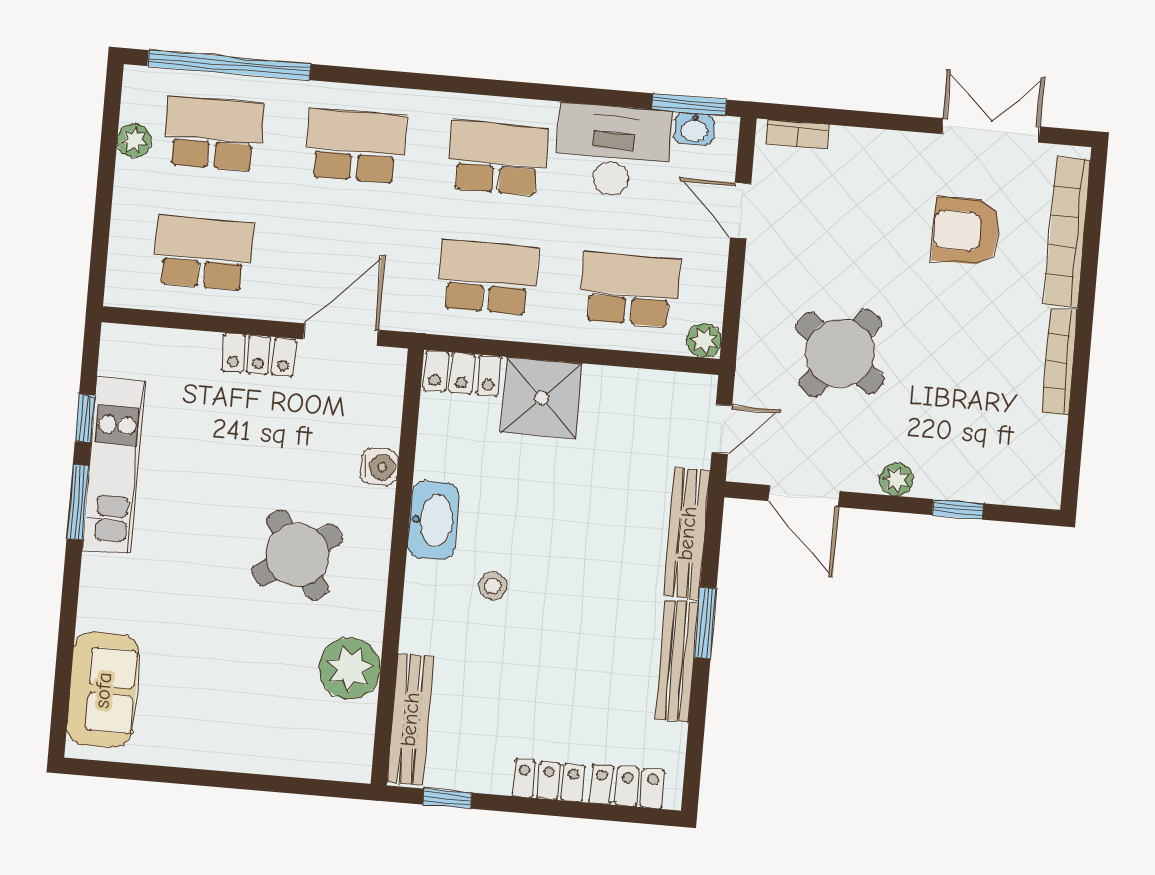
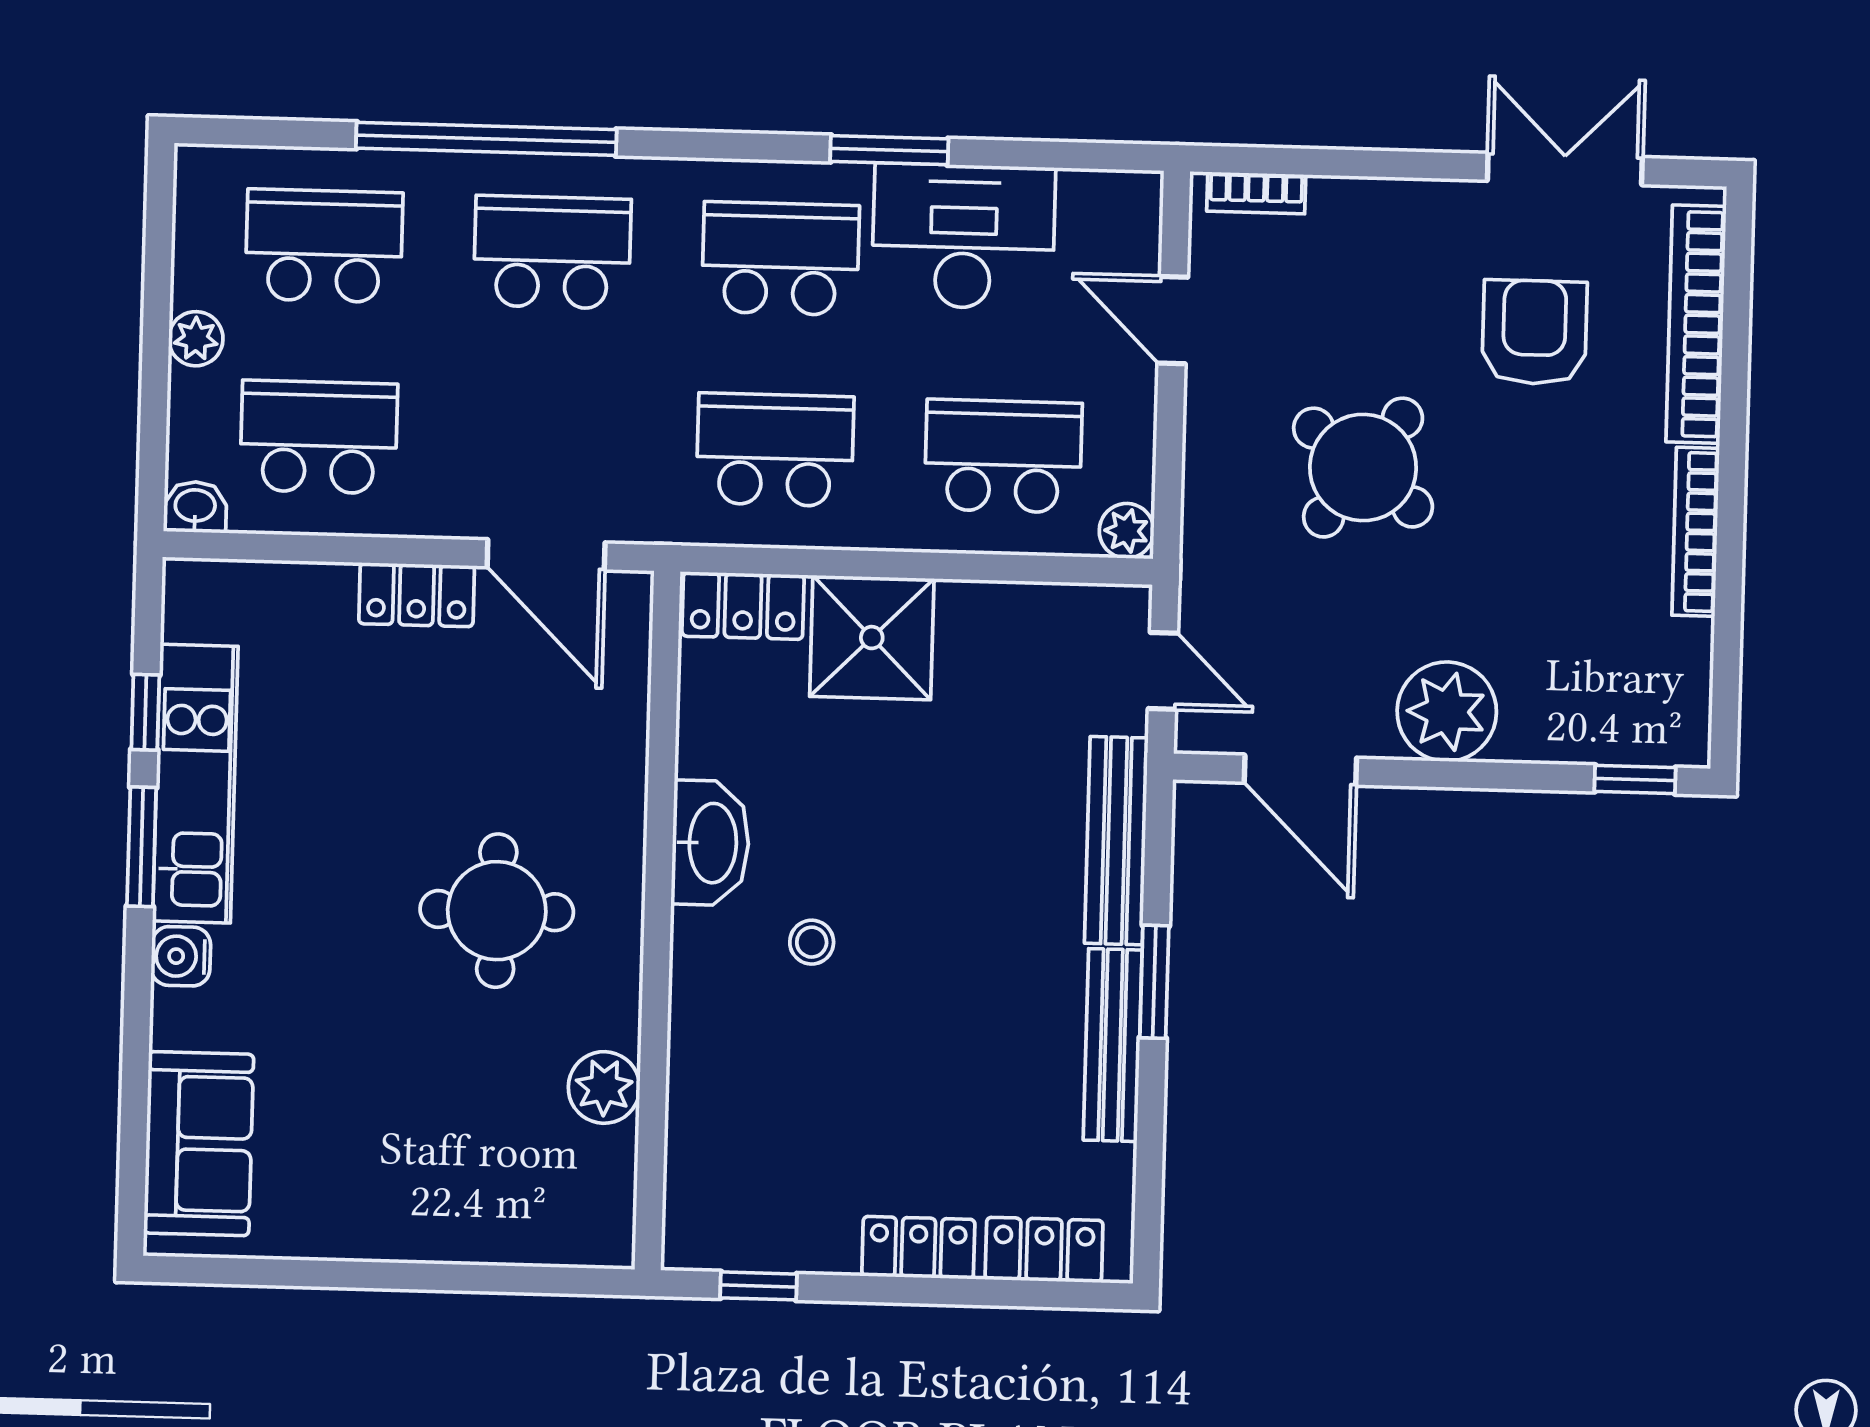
window: (229, 65) -> (486, 139), moved
window: (689, 104) -> (889, 150), moved
washbasin: (694, 129) -> (195, 507), moved, turned 180
plant: (134, 141) -> (196, 339), moved
armchair: (966, 231) -> (1534, 332), turned 90
door: (341, 335) -> (546, 555), swing flipped
round table: (840, 353) -> (1363, 468), moved
door: (722, 429) -> (1163, 671), hinge flipped
water cooler: (379, 467) -> (181, 956), moved, turned 180
plant: (896, 479) -> (1447, 712), width x1.87, depth x1.87
window: (958, 509) -> (1635, 780), moved
round table: (297, 555) -> (497, 911), turned 34
plant: (350, 668) -> (604, 1087), width x0.73, depth x0.73
bench: (410, 719) -> (693, 1163), removed

